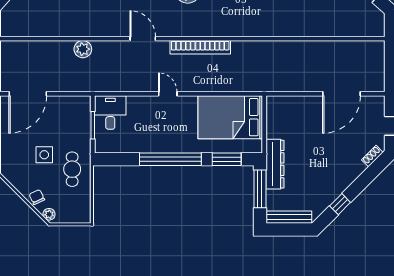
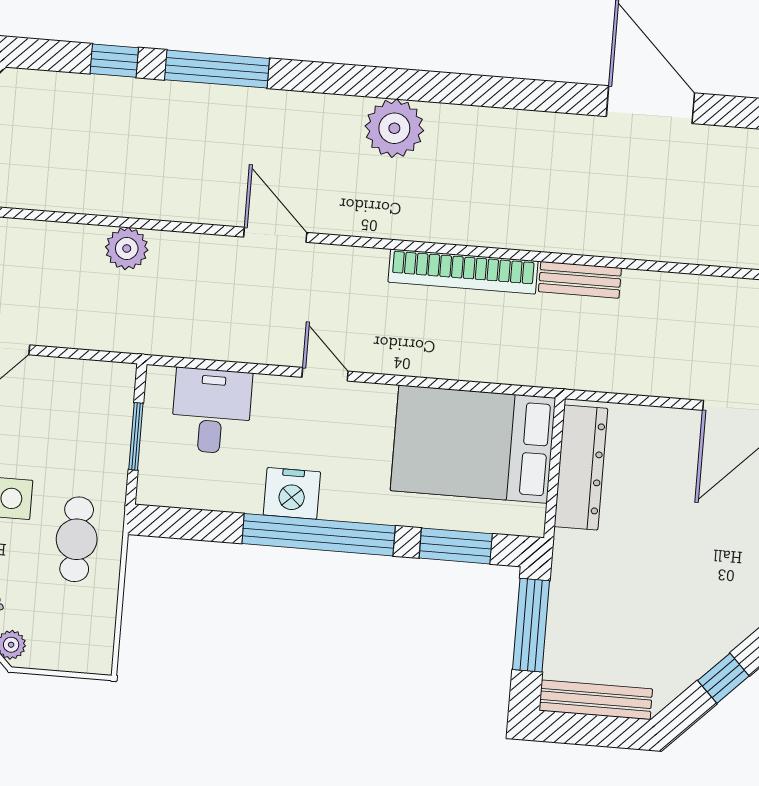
bookcase: (200, 47) -> (463, 272), moved
bench: (268, 47) -> (580, 280), added
desk: (110, 112) -> (211, 411), moved
nightstand: (158, 143) -> (292, 493), added
dresser: (275, 164) -> (581, 468), moved

